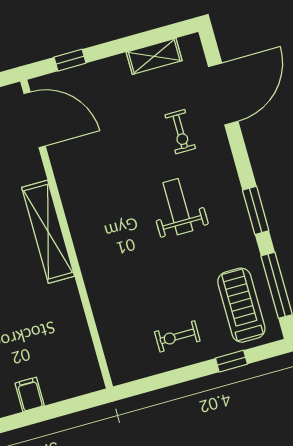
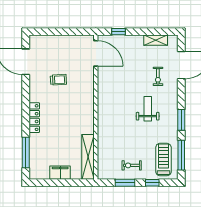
shelving: (48, 232) -> (88, 157), moved
window: (174, 377) -> (125, 183), added
filing cabinet: (30, 394) -> (60, 173), width x2.00

